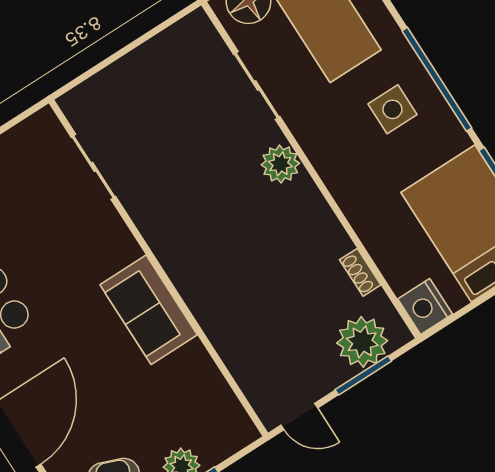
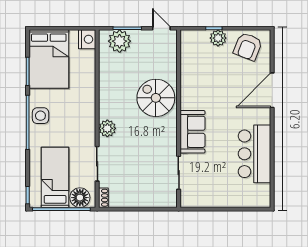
side table: (392, 109) -> (40, 116), moved
shoe rack: (360, 272) -> (103, 198), moved
spiral stairs: (226, 279) -> (156, 98), added
sofa: (149, 310) -> (193, 132), moved

